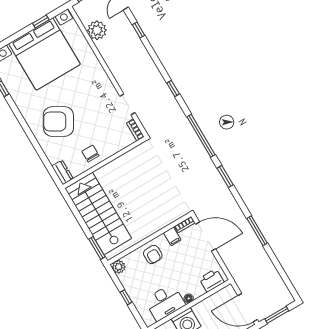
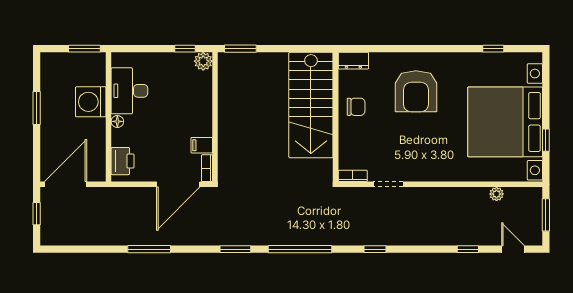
plant: (97, 30) -> (497, 194), width x0.53, depth x0.53
armchair: (58, 121) -> (416, 91), turned 150
stairs: (98, 213) -> (311, 105), moved, turned 90
armchair: (153, 255) -> (194, 110), removed
window: (126, 297) -> (185, 49), moved
window: (277, 315) -> (37, 214), width x0.67

